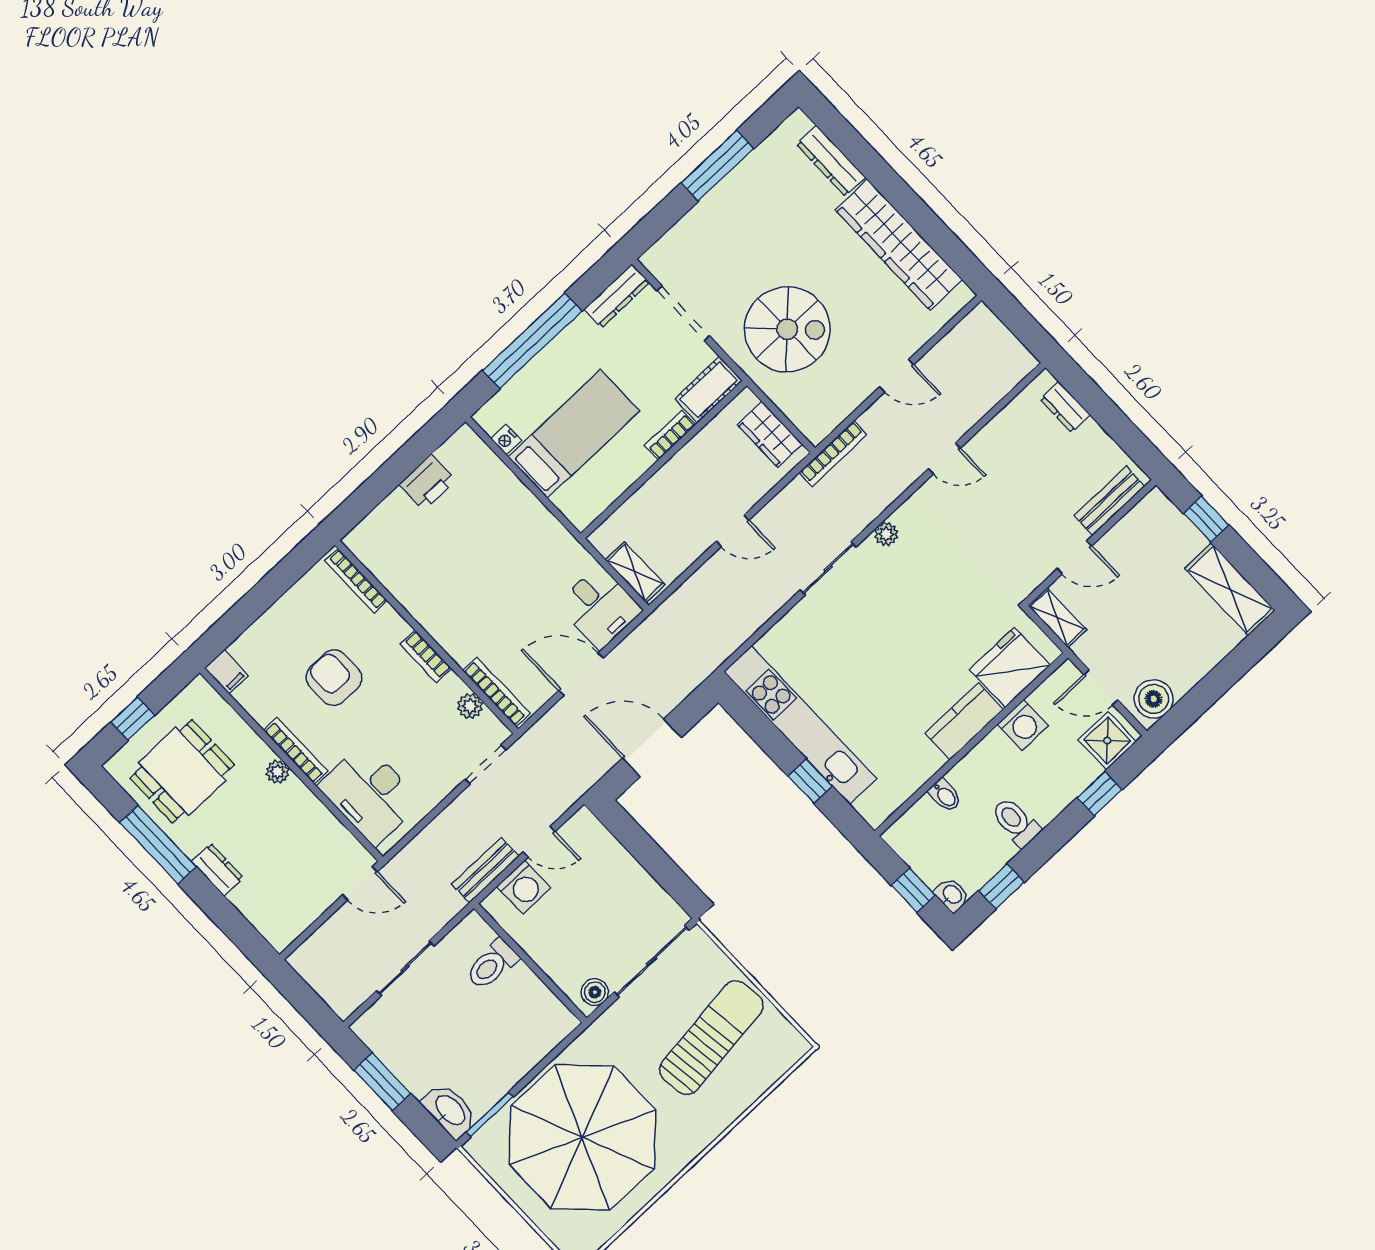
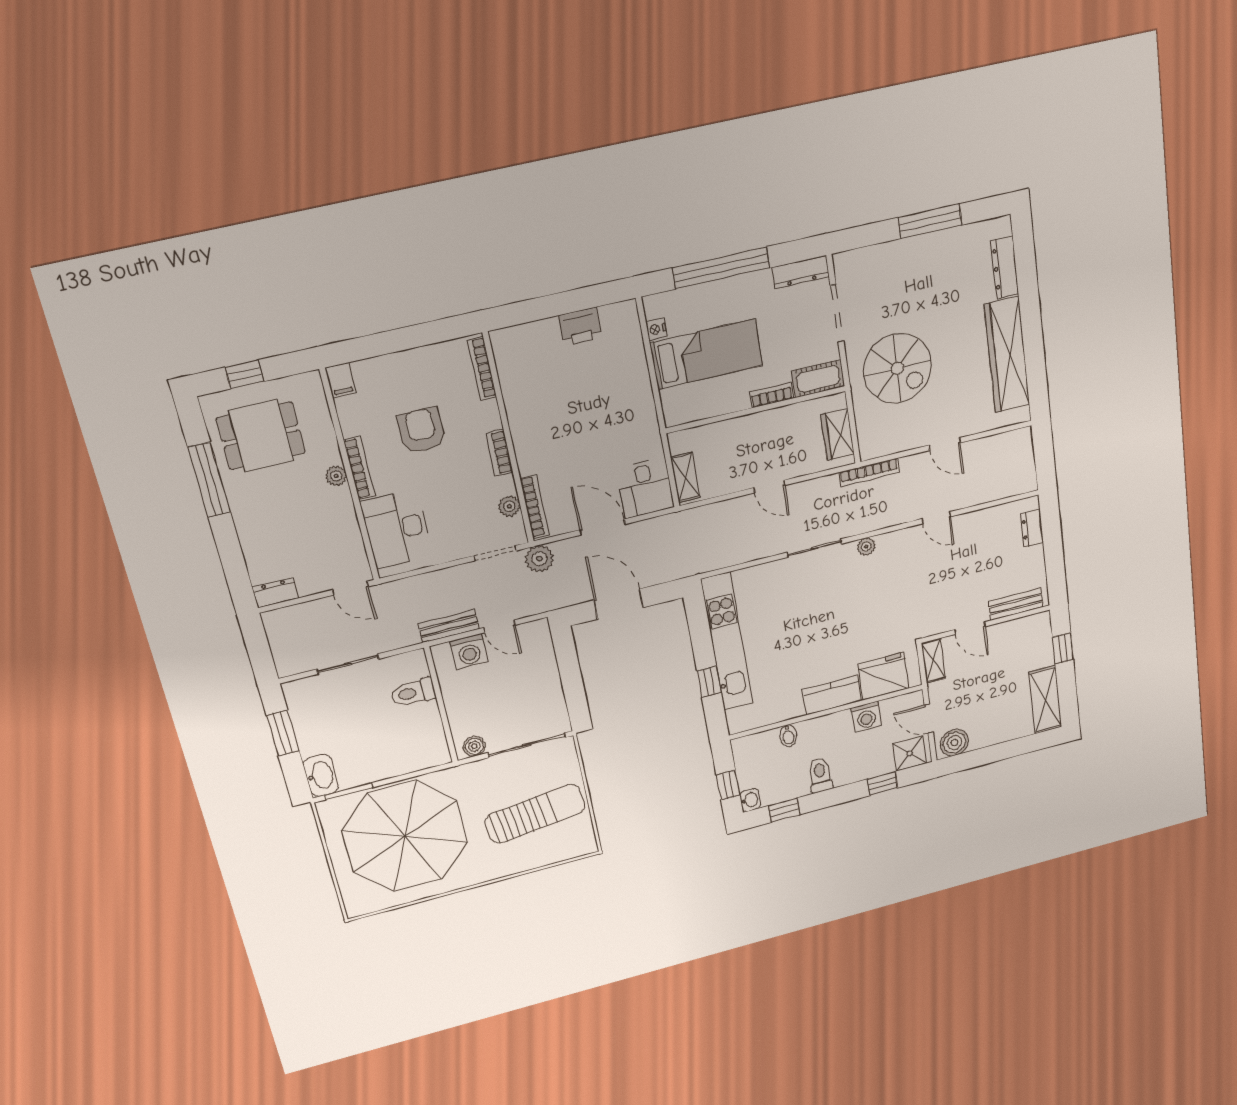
plant: (536, 745) -> (539, 559), added
dresser: (217, 870) -> (275, 593), moved, turned -90

